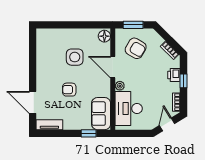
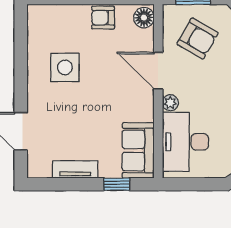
side table: (75, 57) -> (65, 67), moved
armchair: (69, 90) -> (103, 18), moved
tv unit: (49, 125) -> (75, 170), moved

